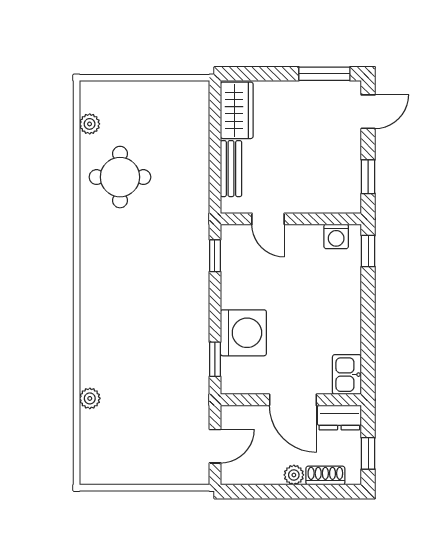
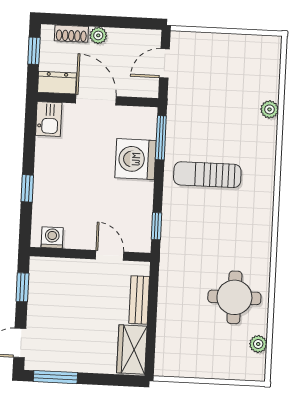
window: (368, 251) -> (27, 188), moved
sun lounger: (159, 319) -> (207, 175), added
window: (215, 359) -> (161, 138), width x1.50

